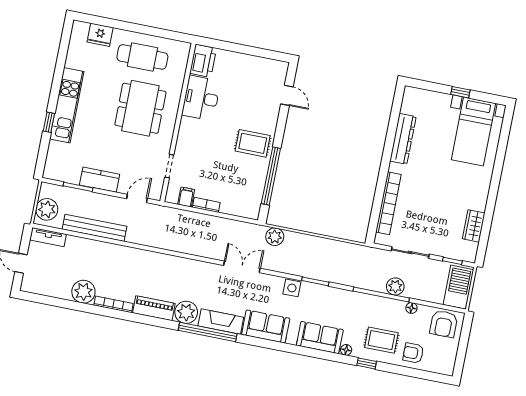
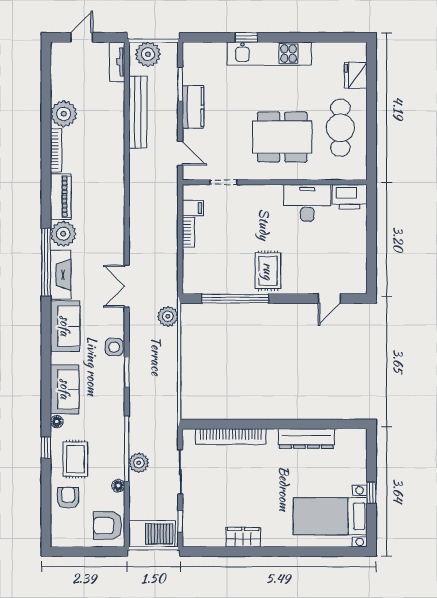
wardrobe: (474, 226) -> (243, 537), moved
double door: (242, 267) -> (127, 286), swing flipped

